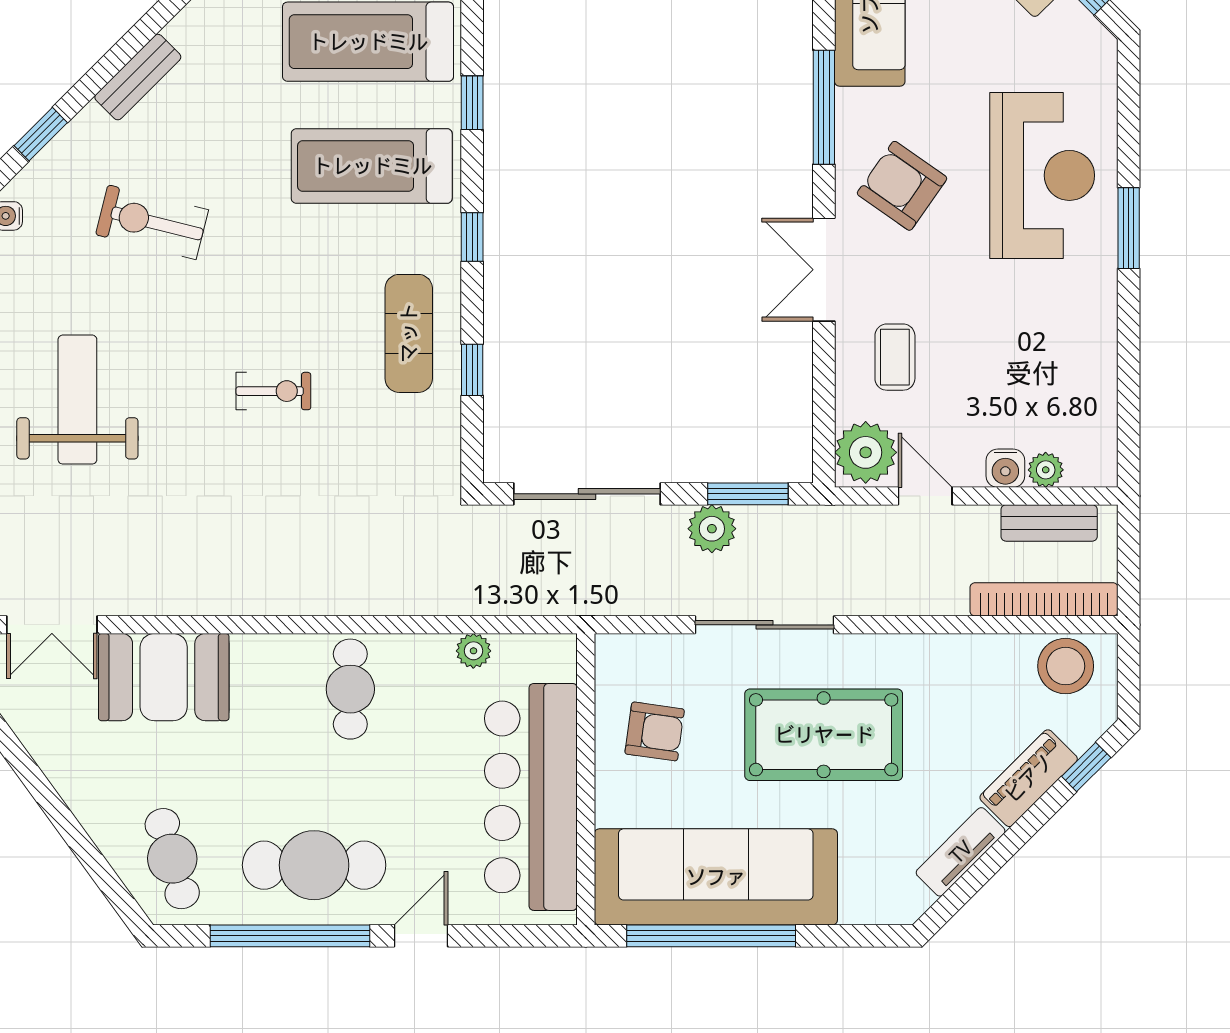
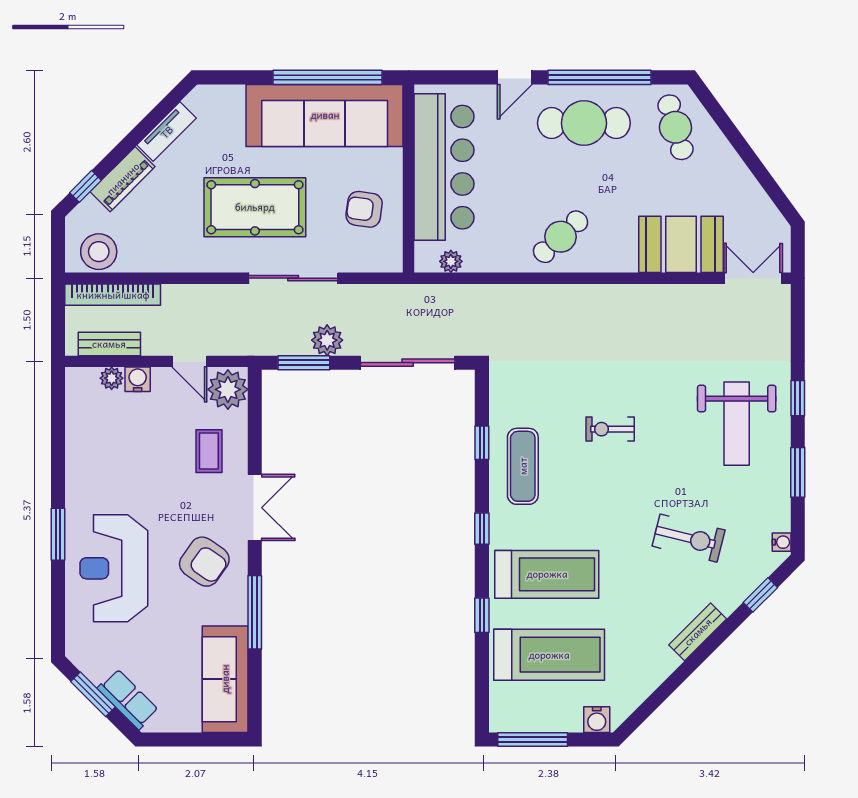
plant: (473, 651) -> (451, 261), moved
cafe table: (350, 689) -> (560, 237), turned 47

